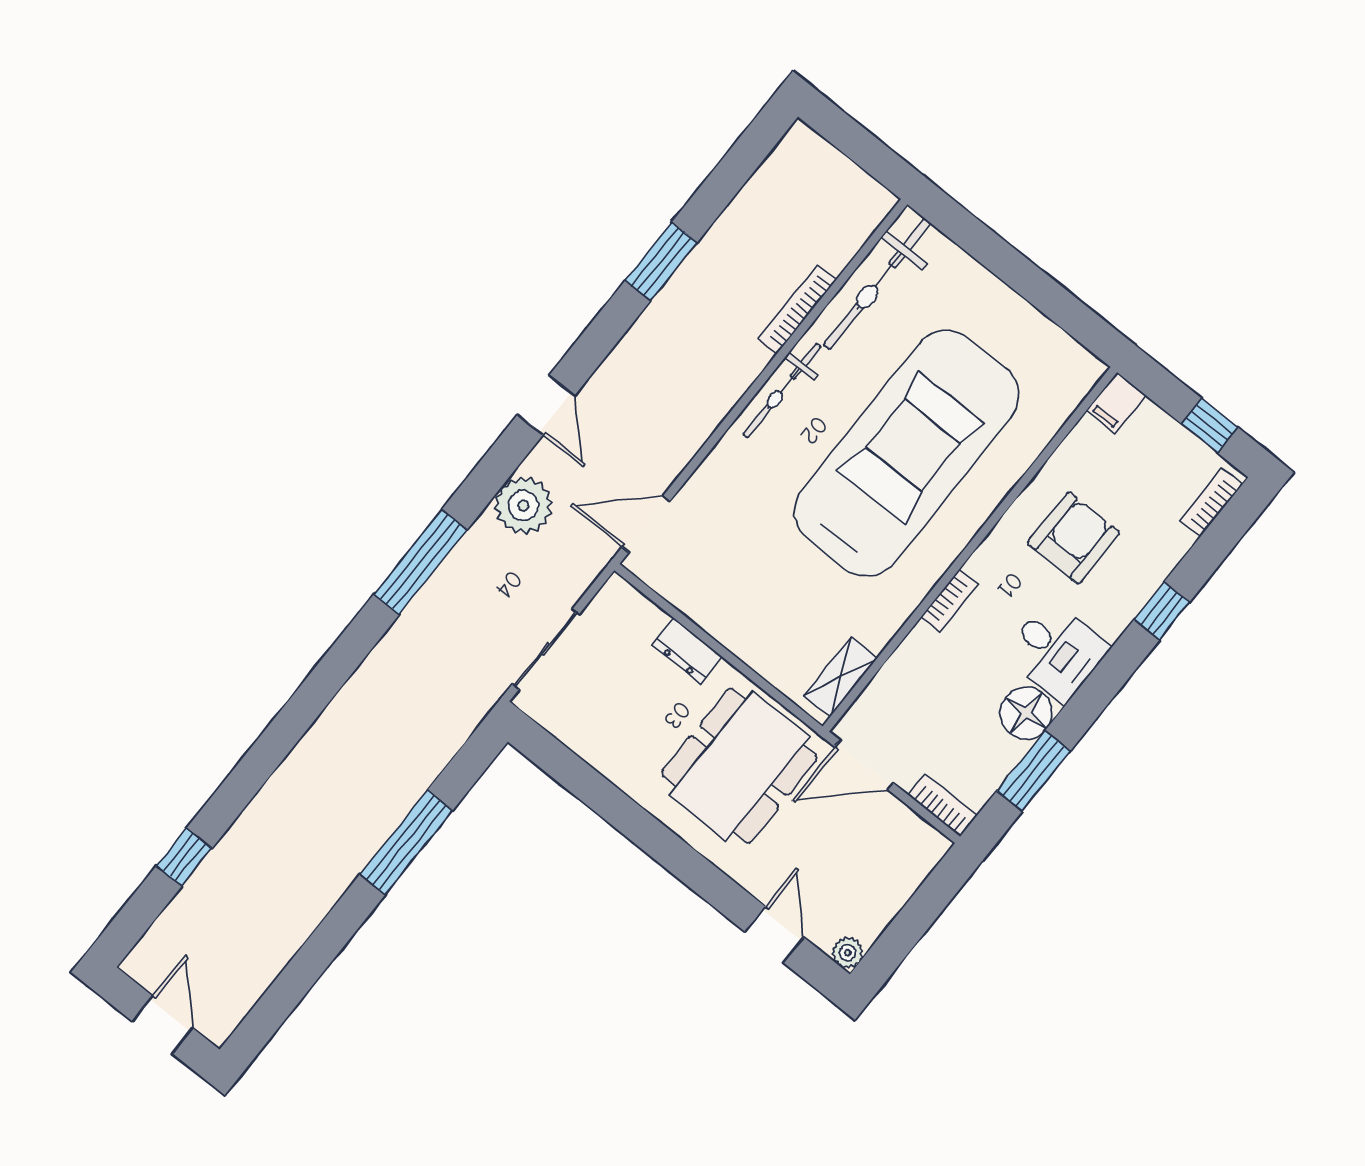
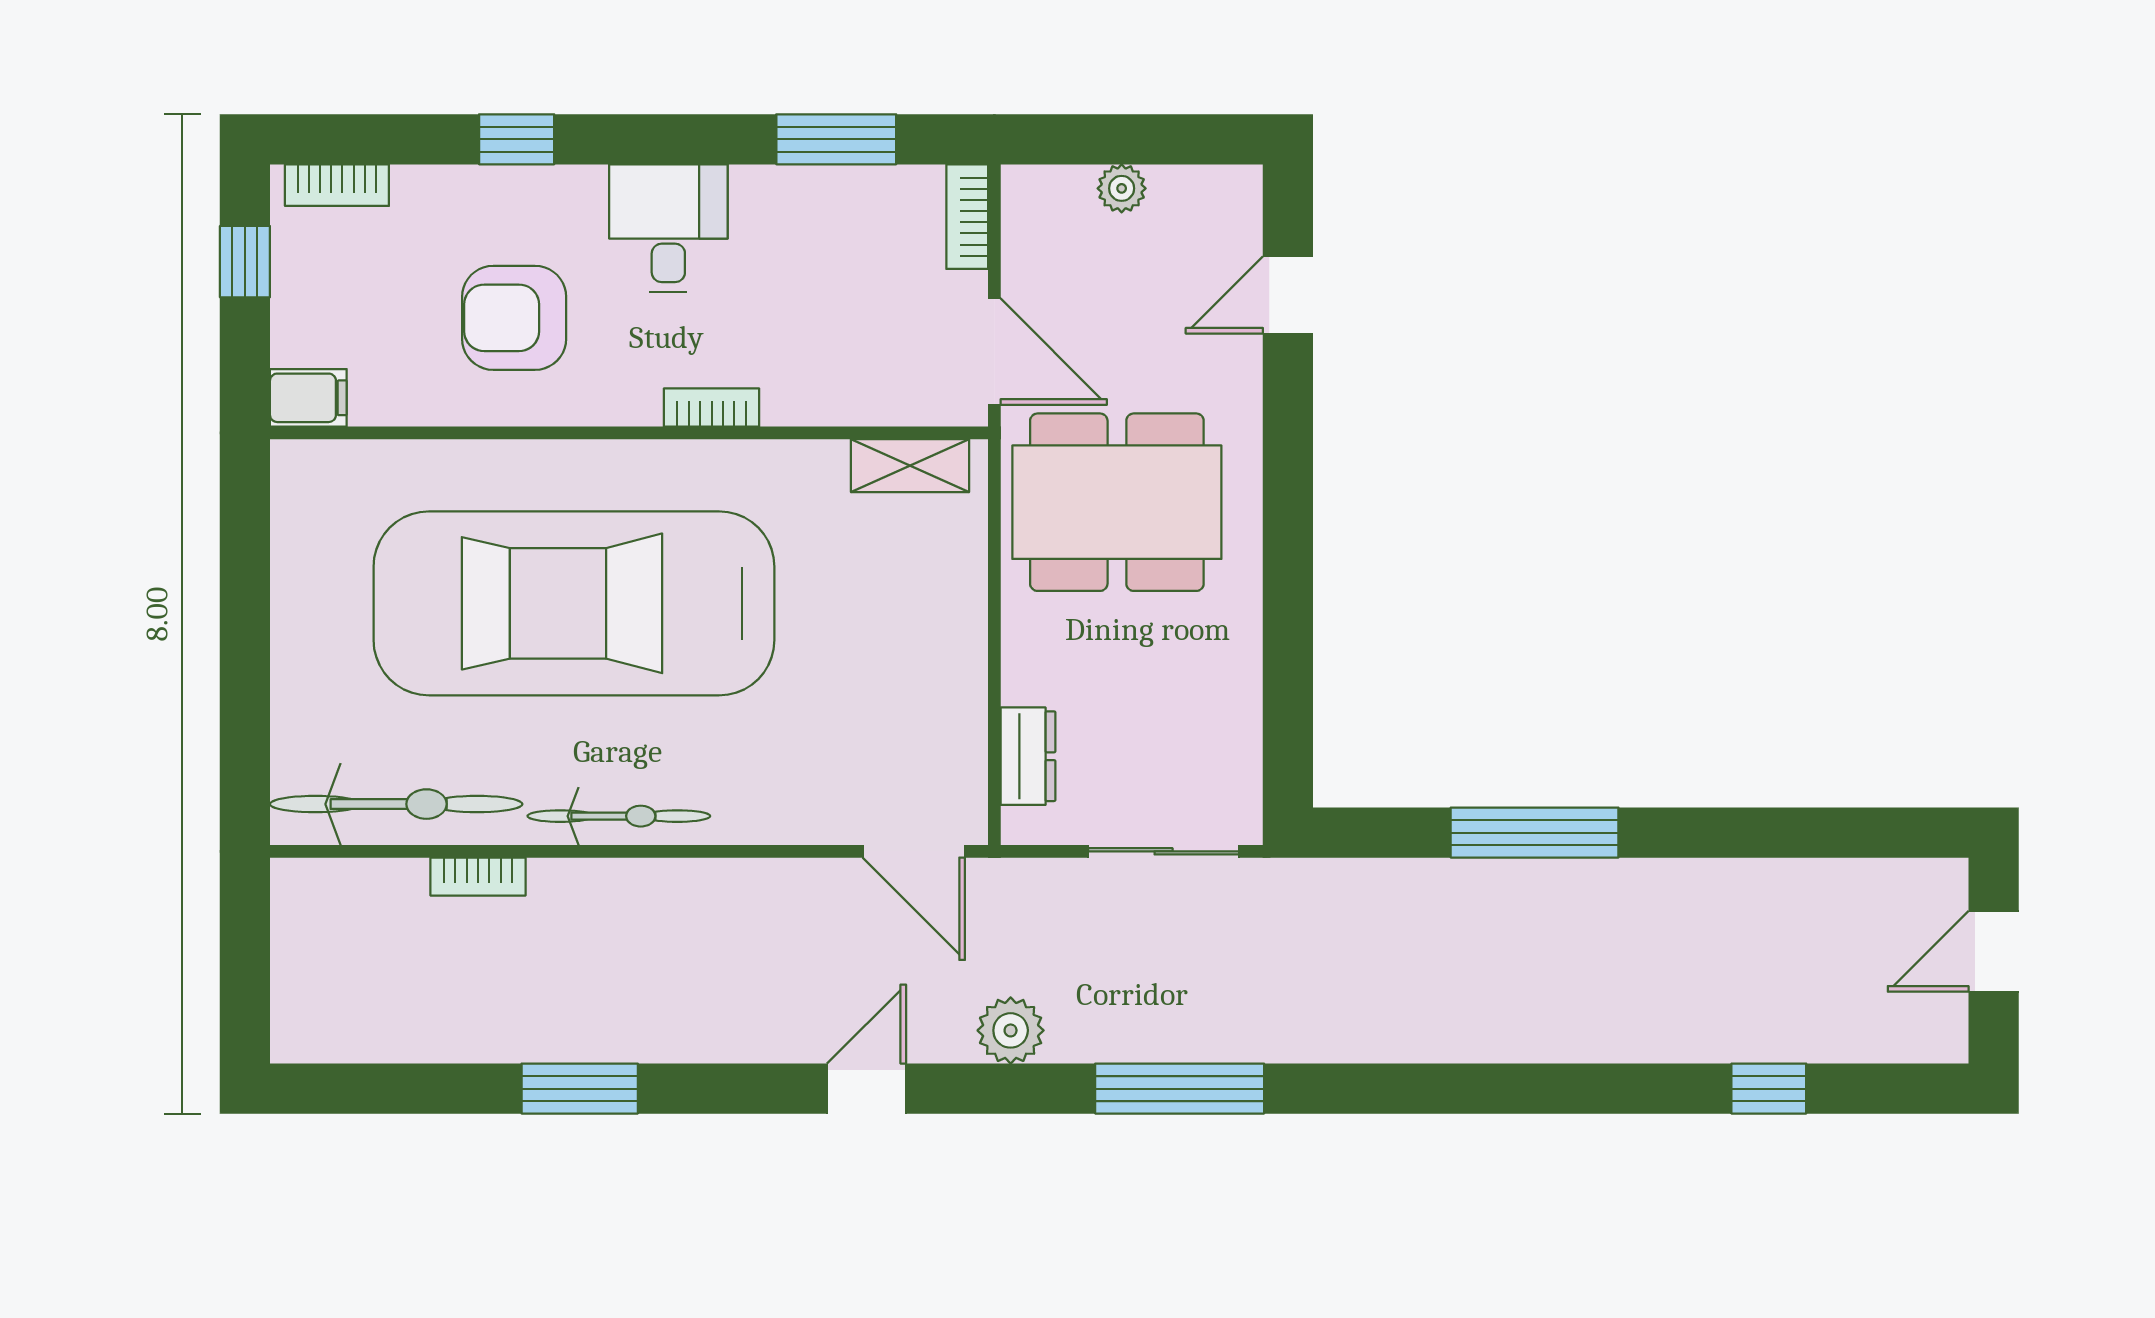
bookcase: (797, 309) -> (478, 877), width x0.64
plant: (523, 505) -> (1011, 1030), width x0.73, depth x0.73
dresser: (687, 651) -> (1028, 756), moved
floor lamp: (1026, 713) -> (773, 205), removed
plant: (848, 953) -> (1122, 188), moved

